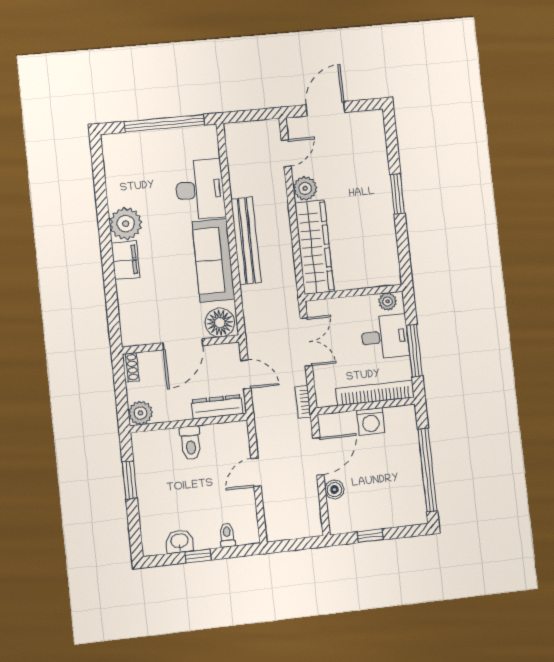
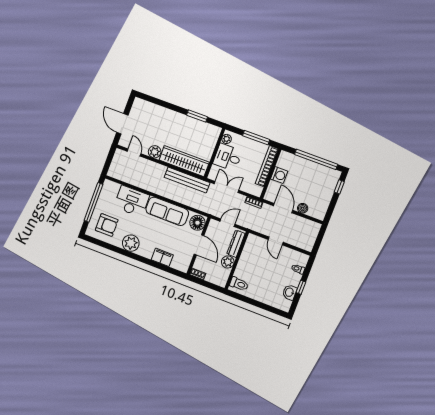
armchair: (136, 166) -> (107, 225), added
window: (397, 194) -> (197, 116), moved
bench: (246, 241) -> (187, 180), moved
filing cabinet: (125, 260) -> (162, 257), moved
desk: (385, 337) -> (228, 157), moved, turned -90
plant: (140, 413) -> (228, 262), moved
toilet: (191, 443) -> (239, 284), moved
window: (130, 480) -> (249, 301), removed
window: (370, 536) -> (339, 187), moved

